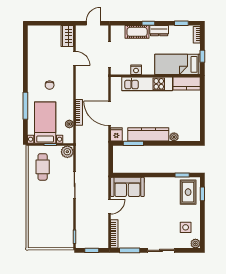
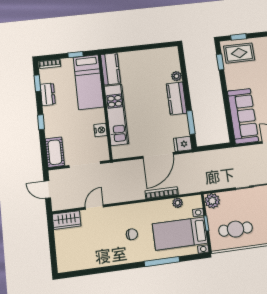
dresser: (159, 31) -> (48, 94), moved
cot: (137, 32) -> (55, 152), moved
kitchen counter: (148, 134) -> (177, 98), width x0.67
sofa: (127, 187) -> (243, 116), width x1.36

